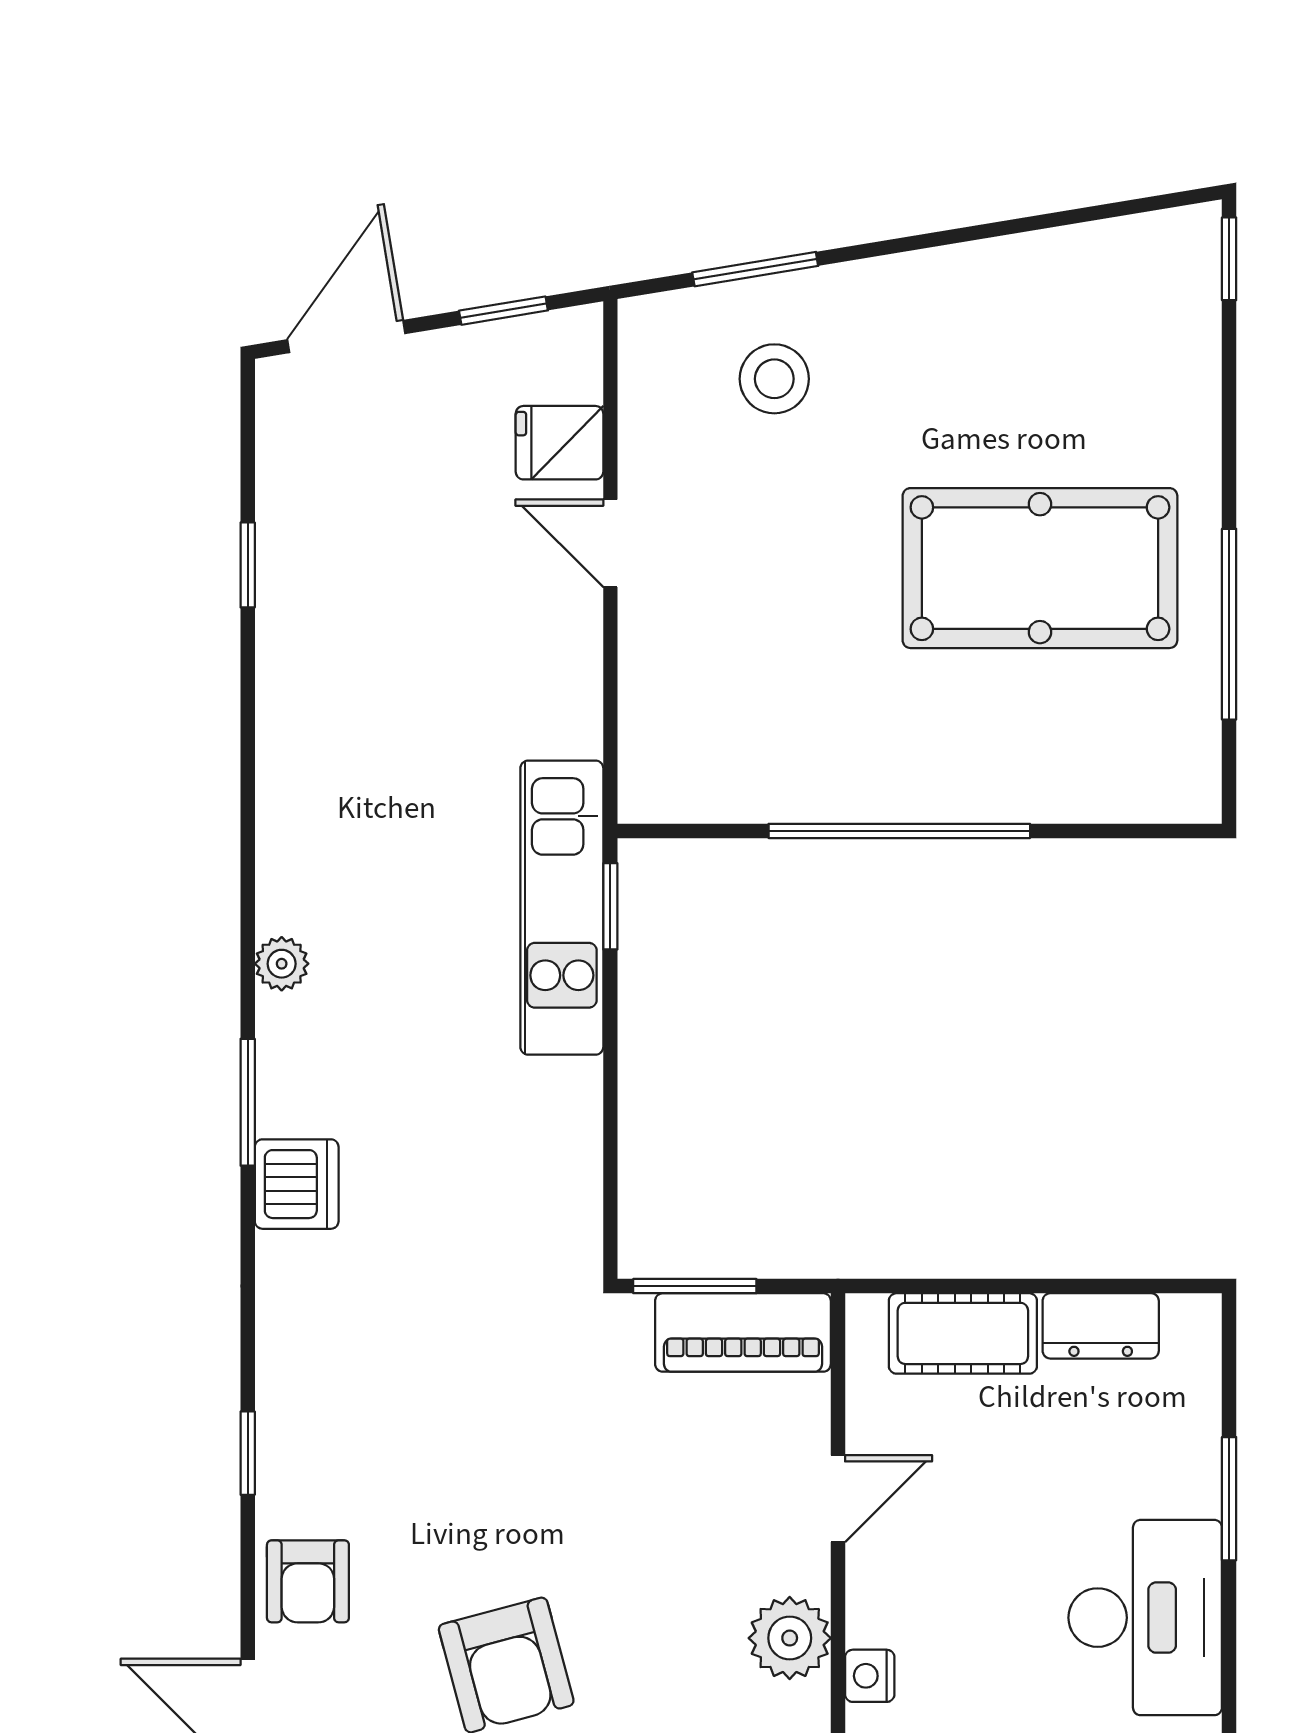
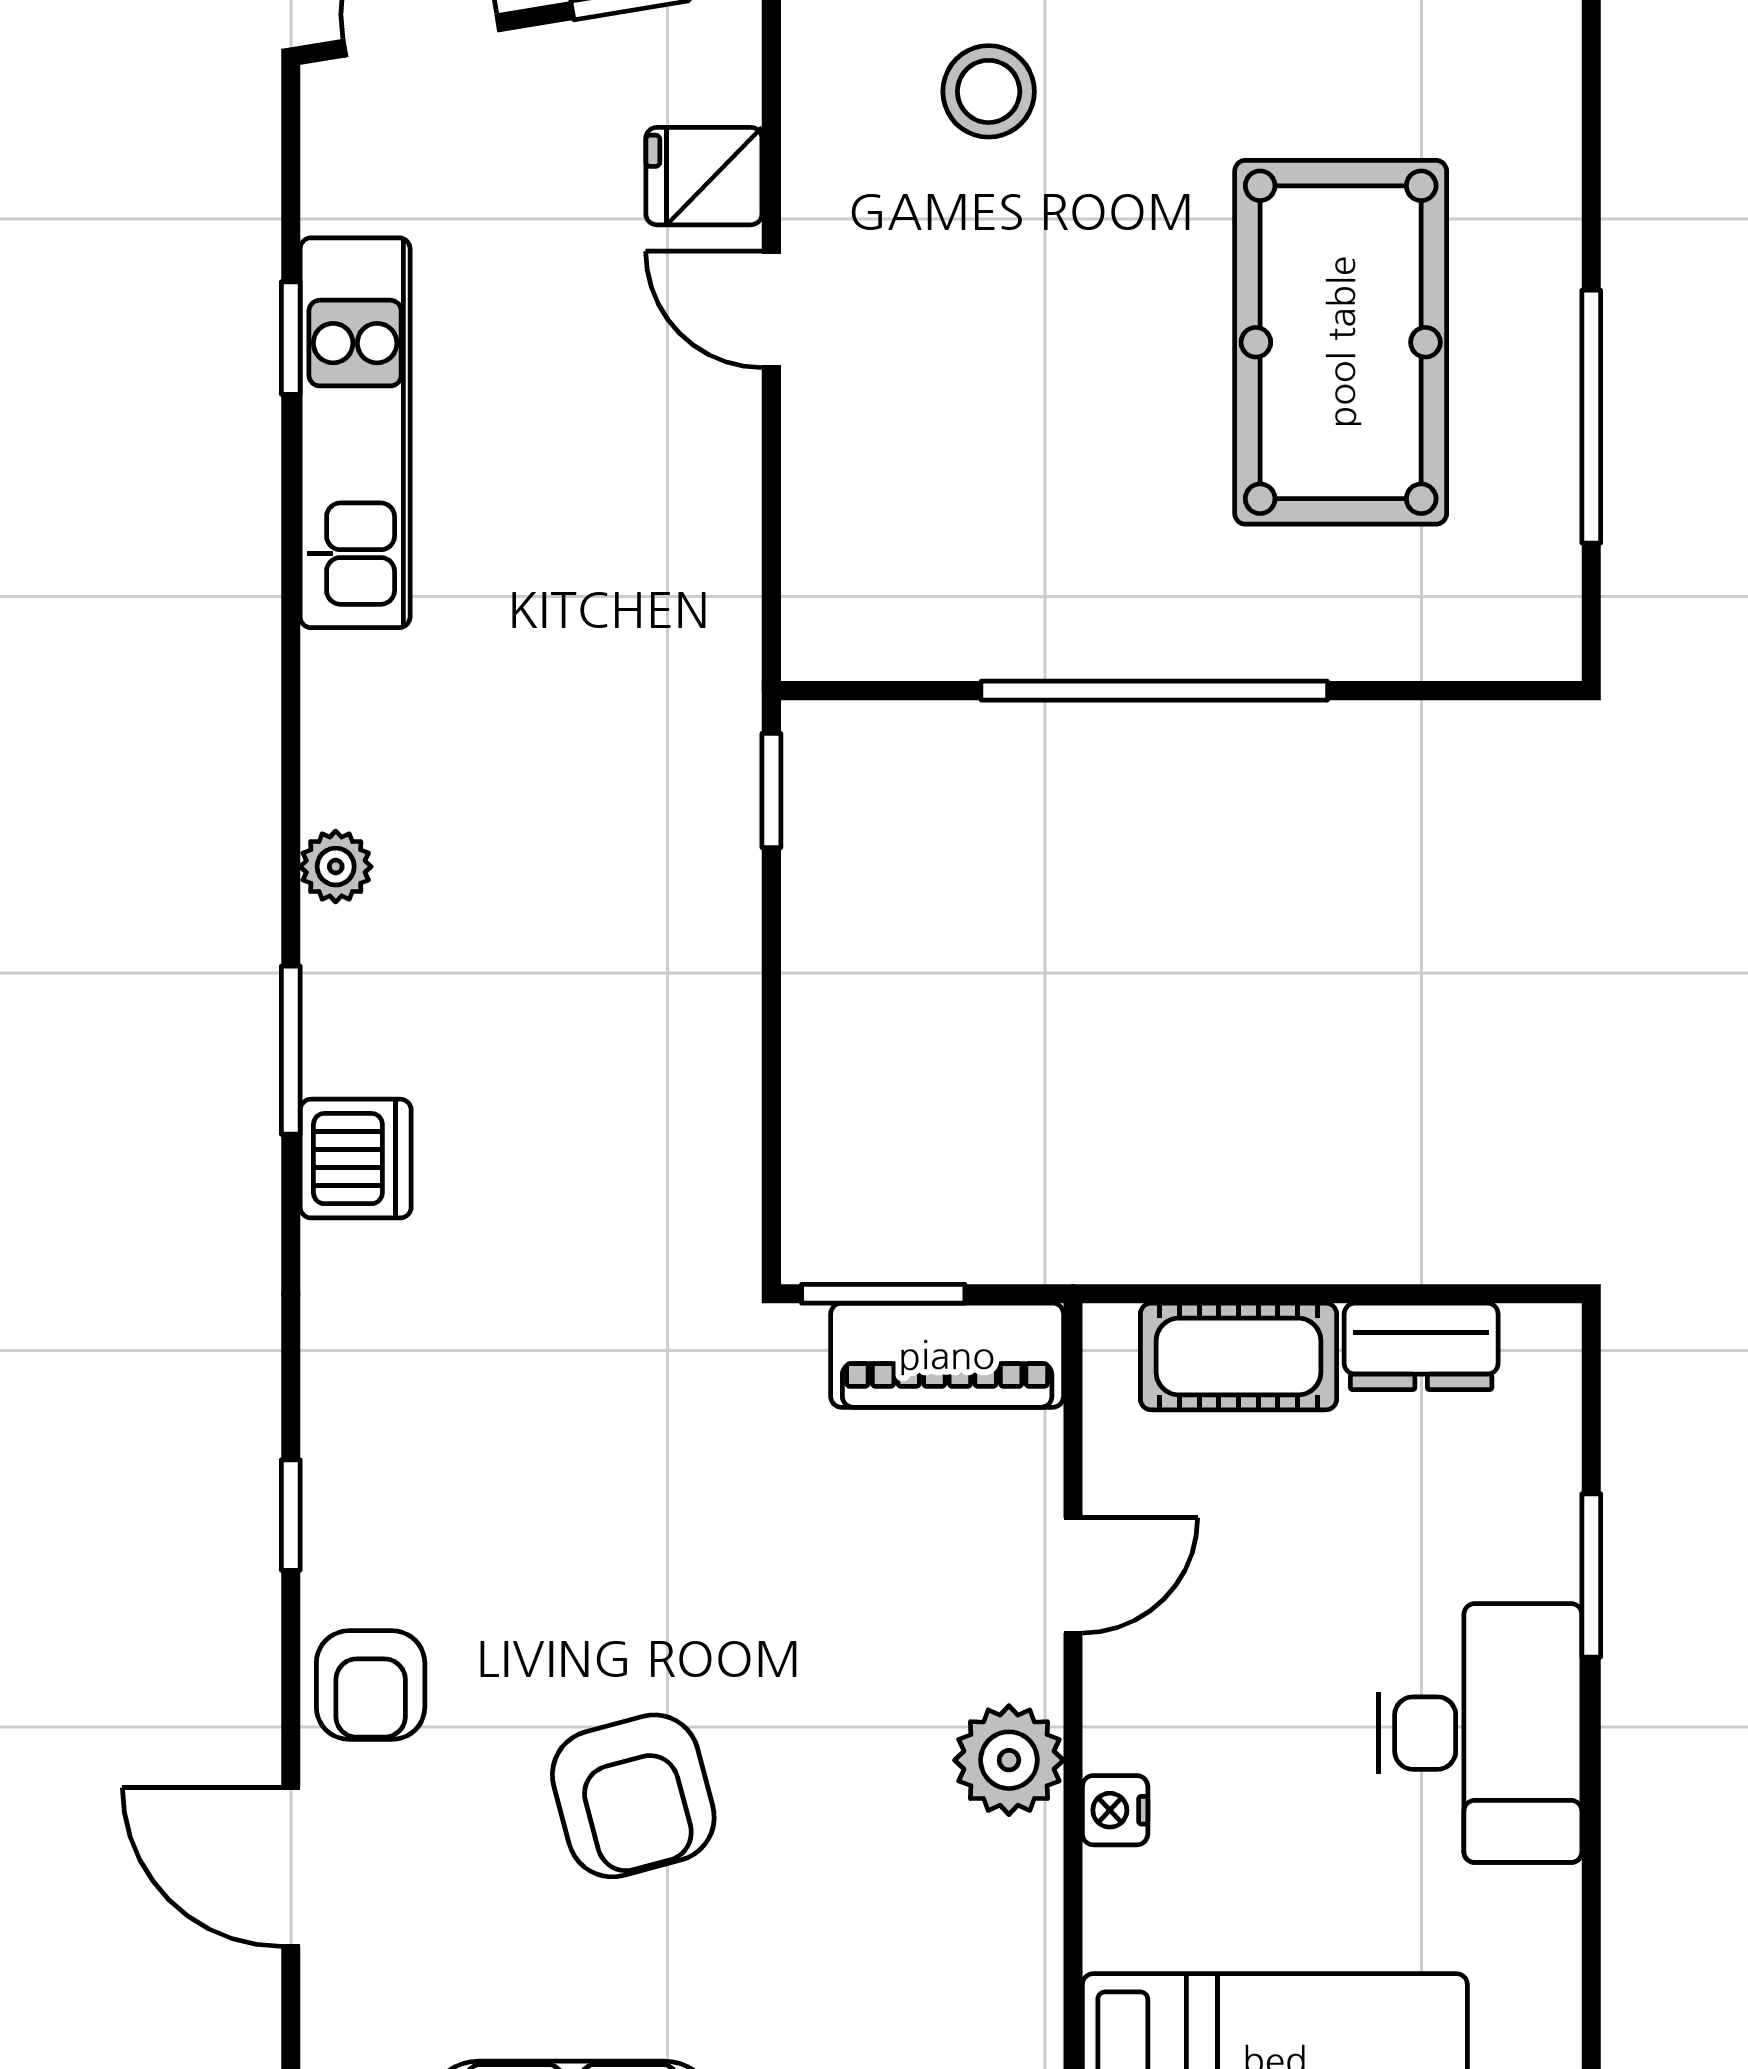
pool table: (1040, 568) -> (1341, 342), turned 90
kitchen unit: (562, 908) -> (355, 433), moved, turned 180

